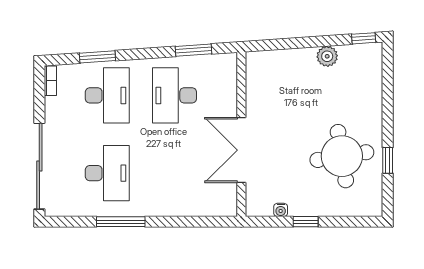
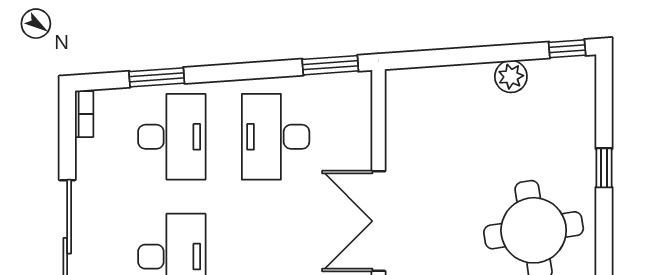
window: (194, 50) -> (330, 65), moved
window: (388, 160) -> (604, 168), moved

